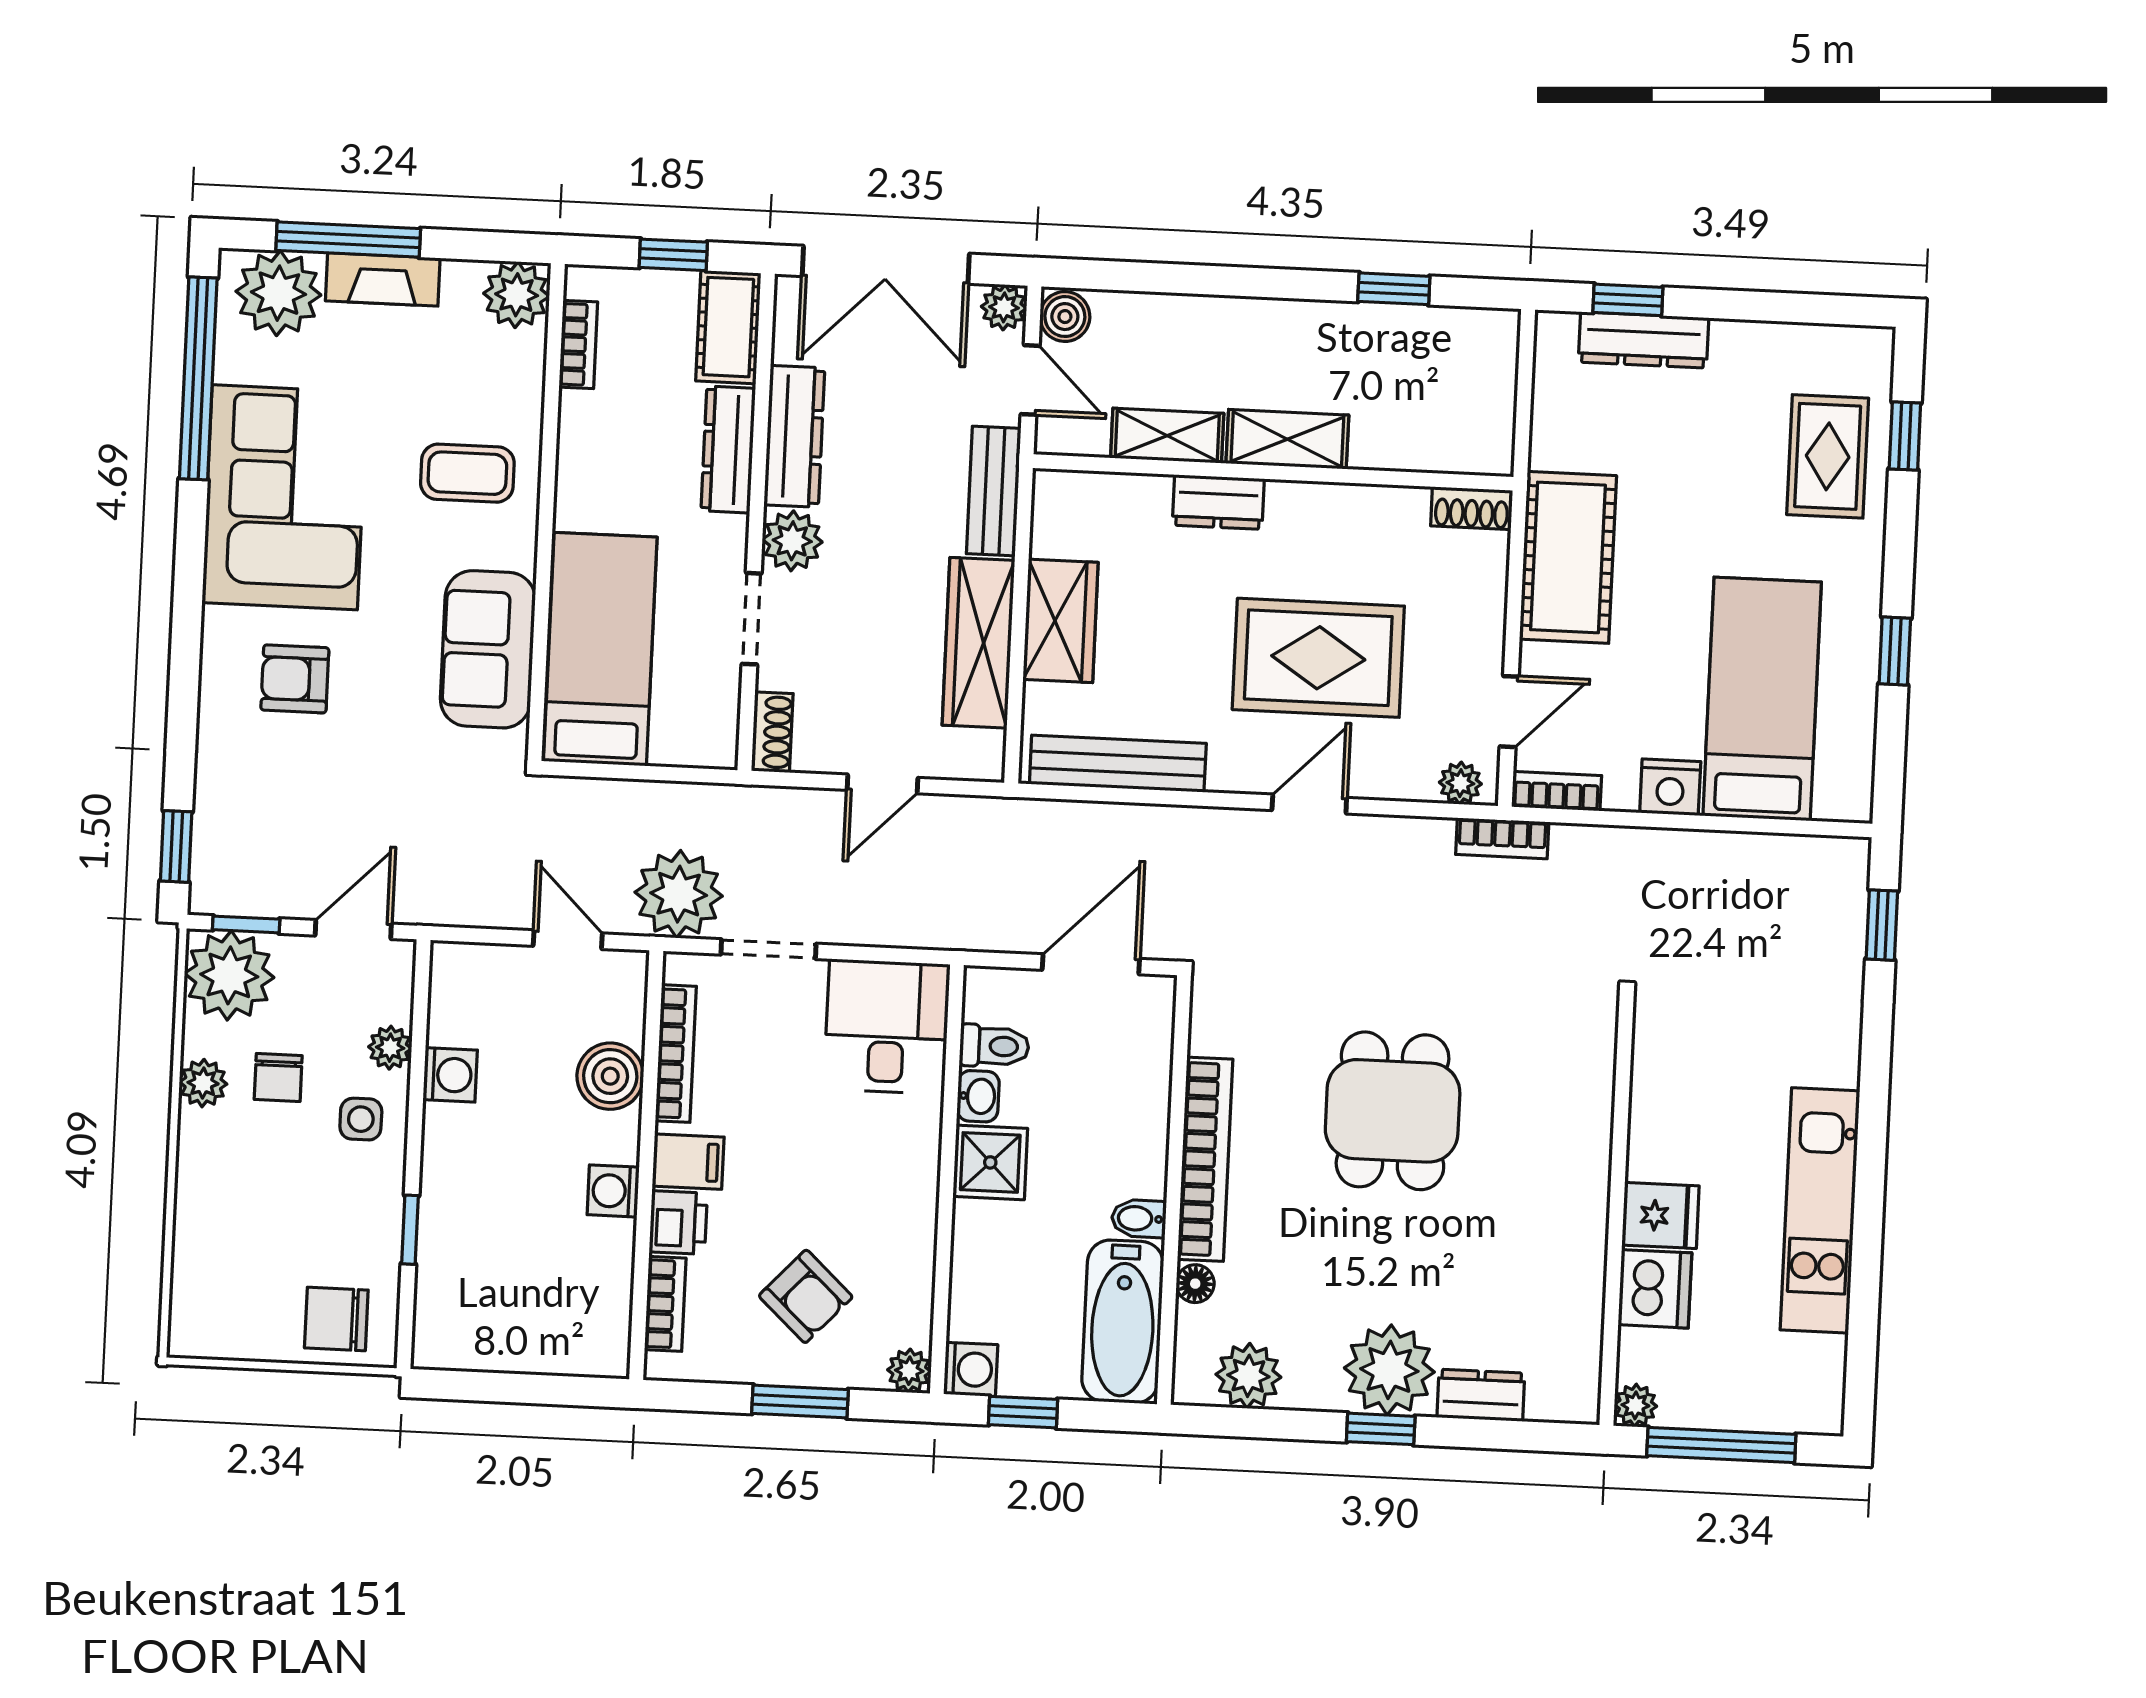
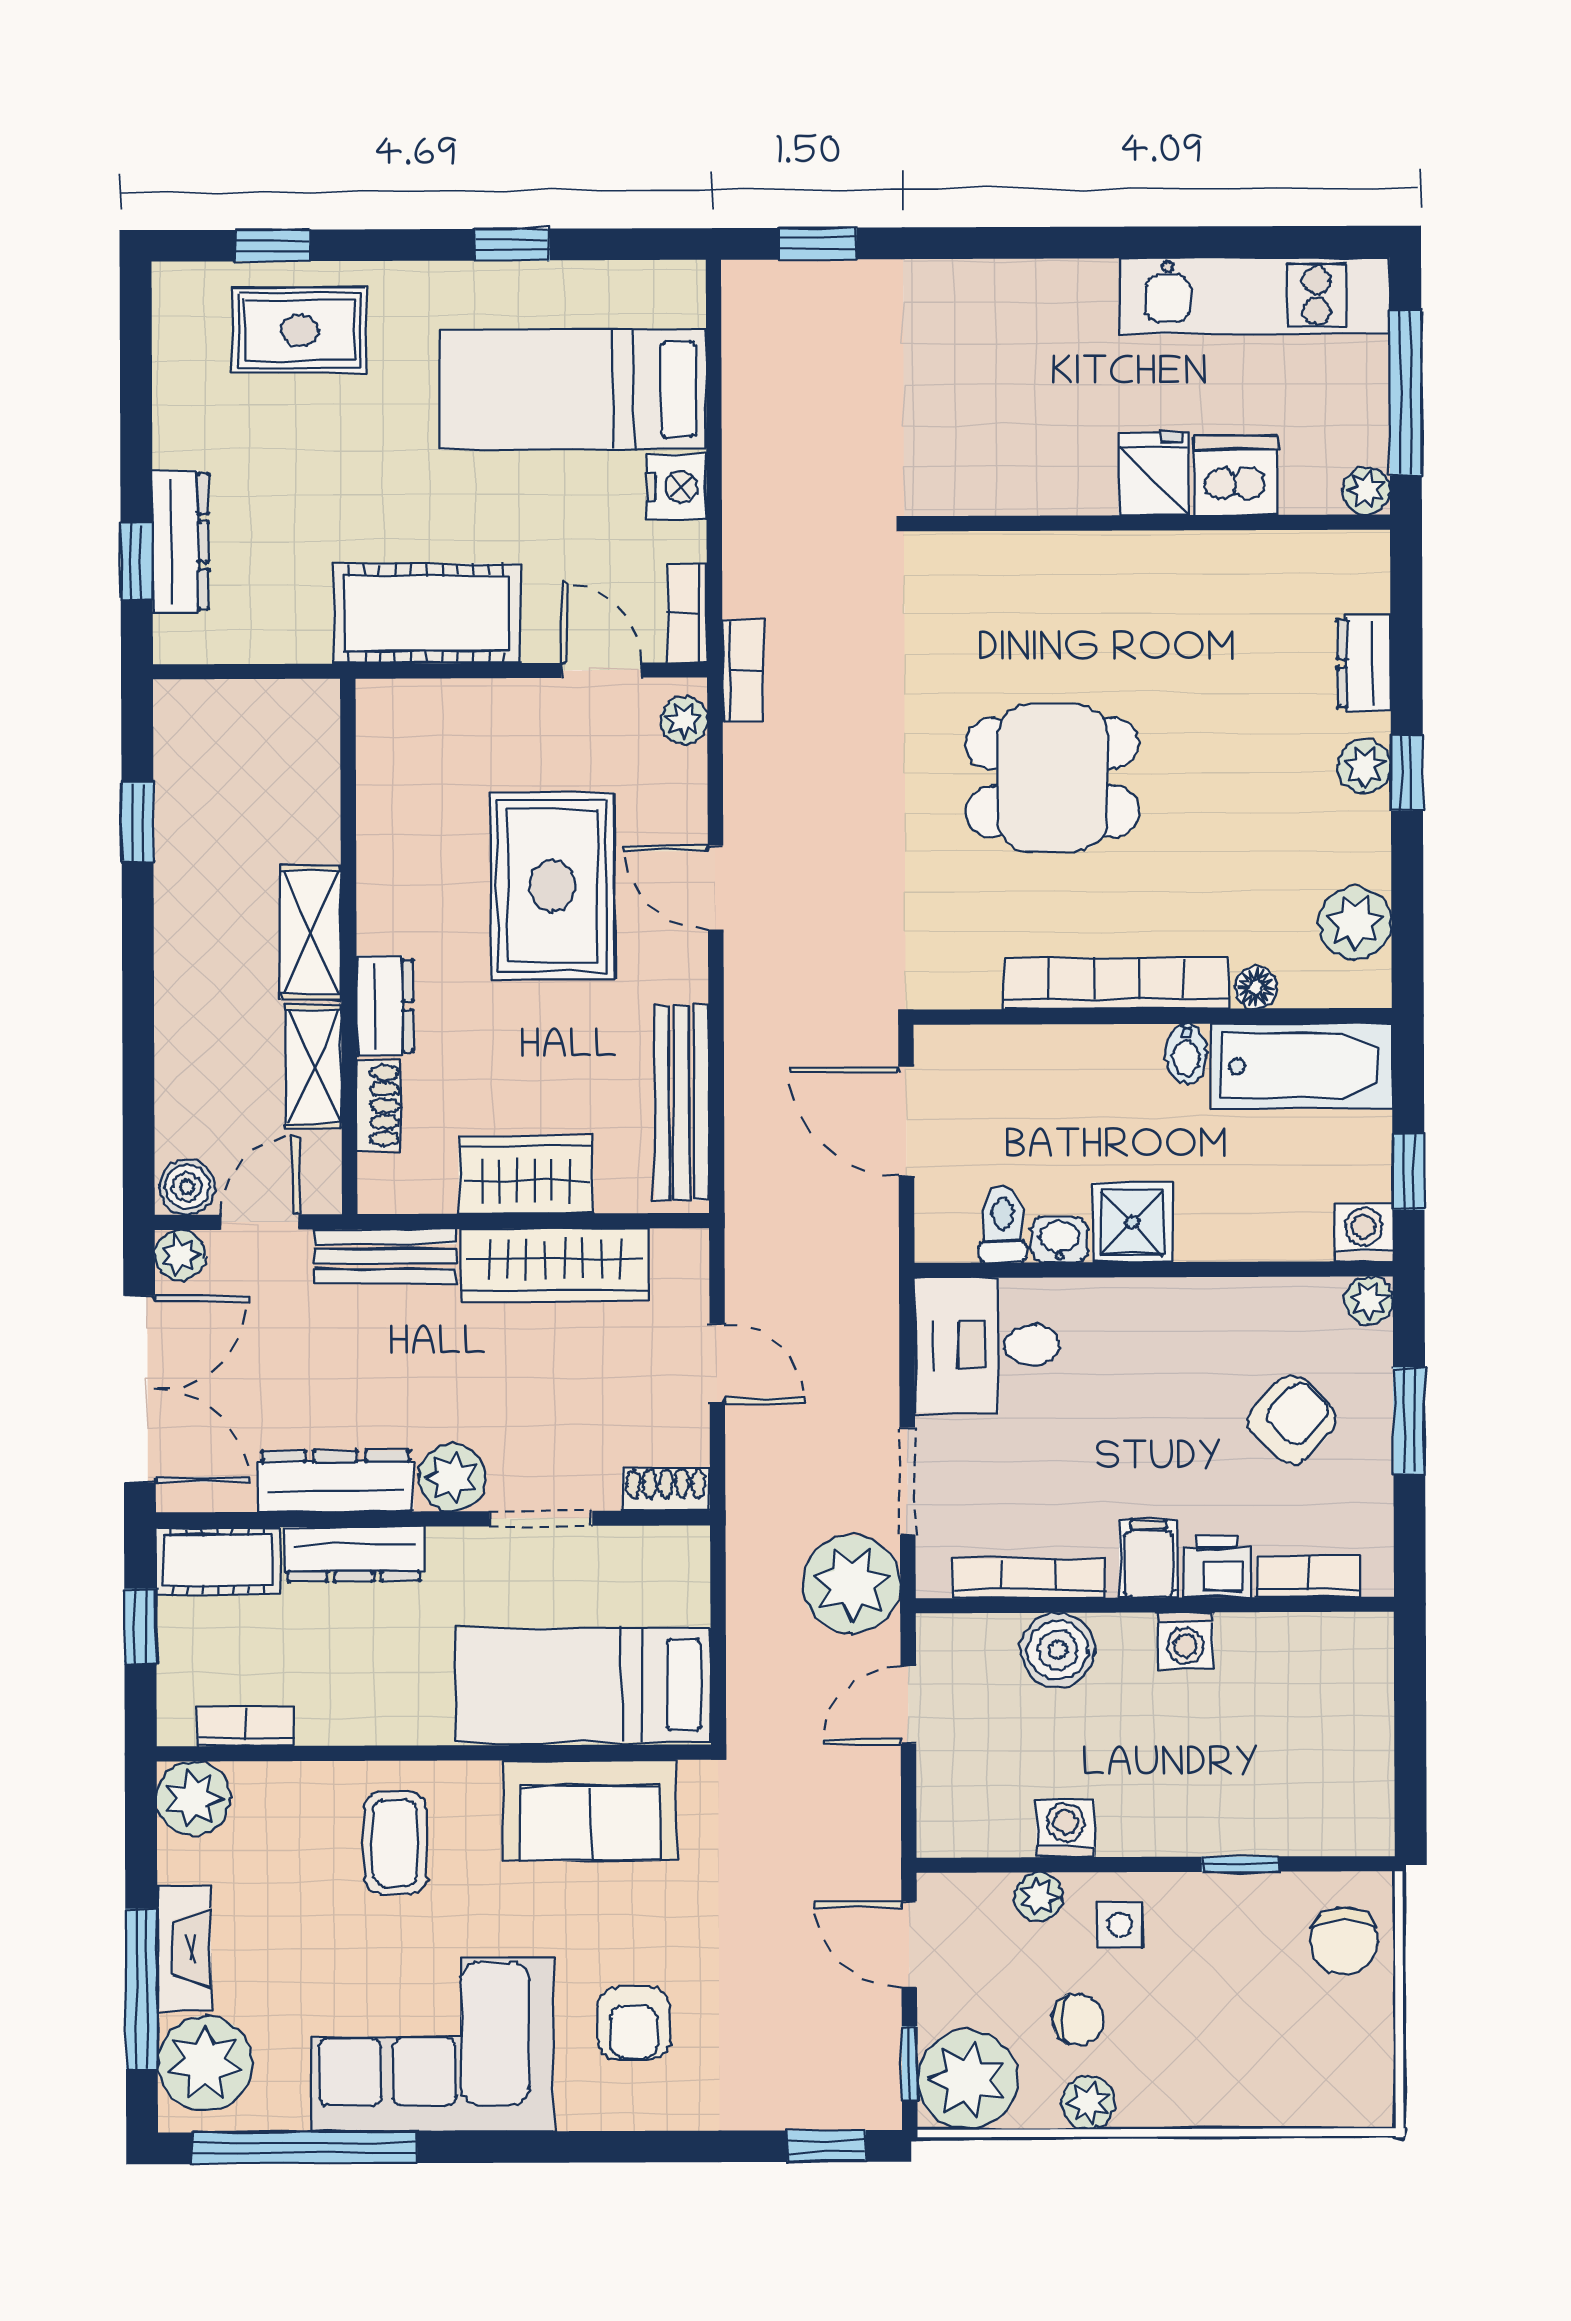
shoe rack: (1472, 508) -> (379, 1106), moved
kitchen unit: (1820, 1210) -> (1254, 296), moved
plant: (1389, 1370) -> (1364, 766), width x0.53, depth x0.53

